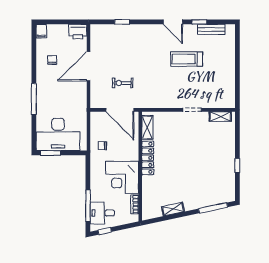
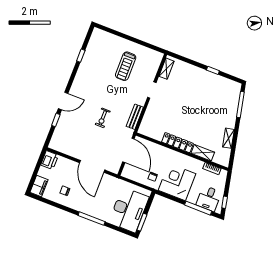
door: (173, 22) -> (63, 101), moved
bench: (211, 29) -> (135, 117), moved
filing cabinet: (41, 31) -> (39, 186), width x2.00
treadmill: (187, 59) -> (126, 66), moved
door: (89, 66) -> (92, 166), moved
exercise bike: (123, 83) -> (103, 118), moved
door: (120, 110) -> (128, 150), hinge flipped
shelving: (147, 127) -> (203, 153), moved
corner desk: (122, 177) -> (177, 182), moved, turned 180

